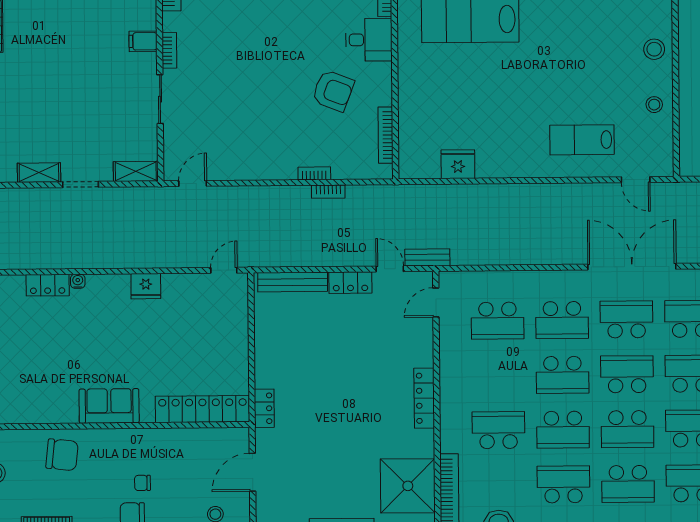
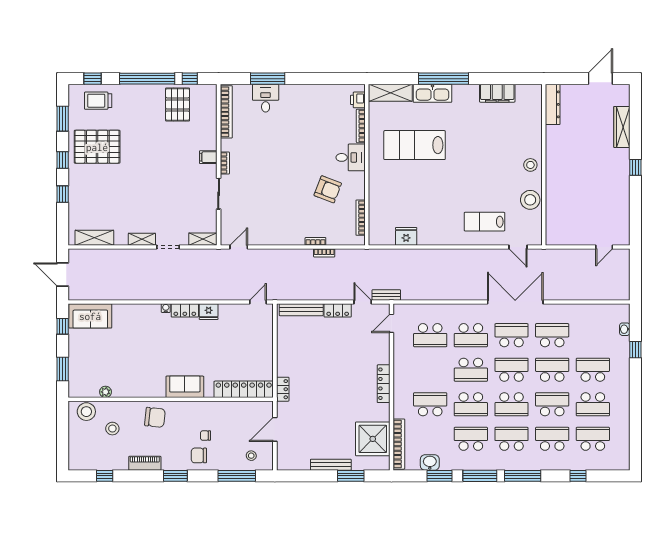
stool: (654, 105) -> (530, 200), width x1.89, depth x1.89
locker: (48, 285) -> (185, 310), moved
school desk: (628, 484) -> (512, 439), turned 180

